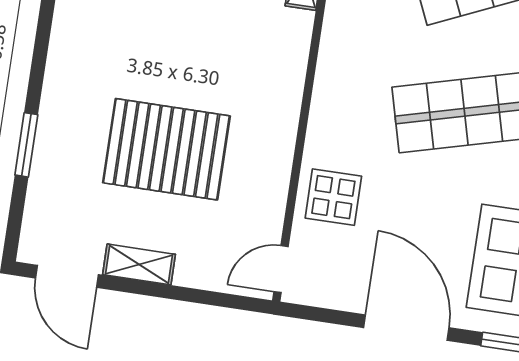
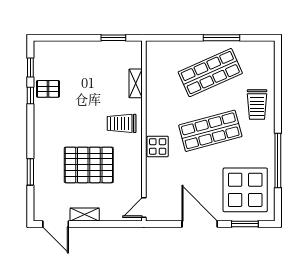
trolley: (258, 63) -> (122, 123), added
display table: (333, 197) -> (158, 146), moved

